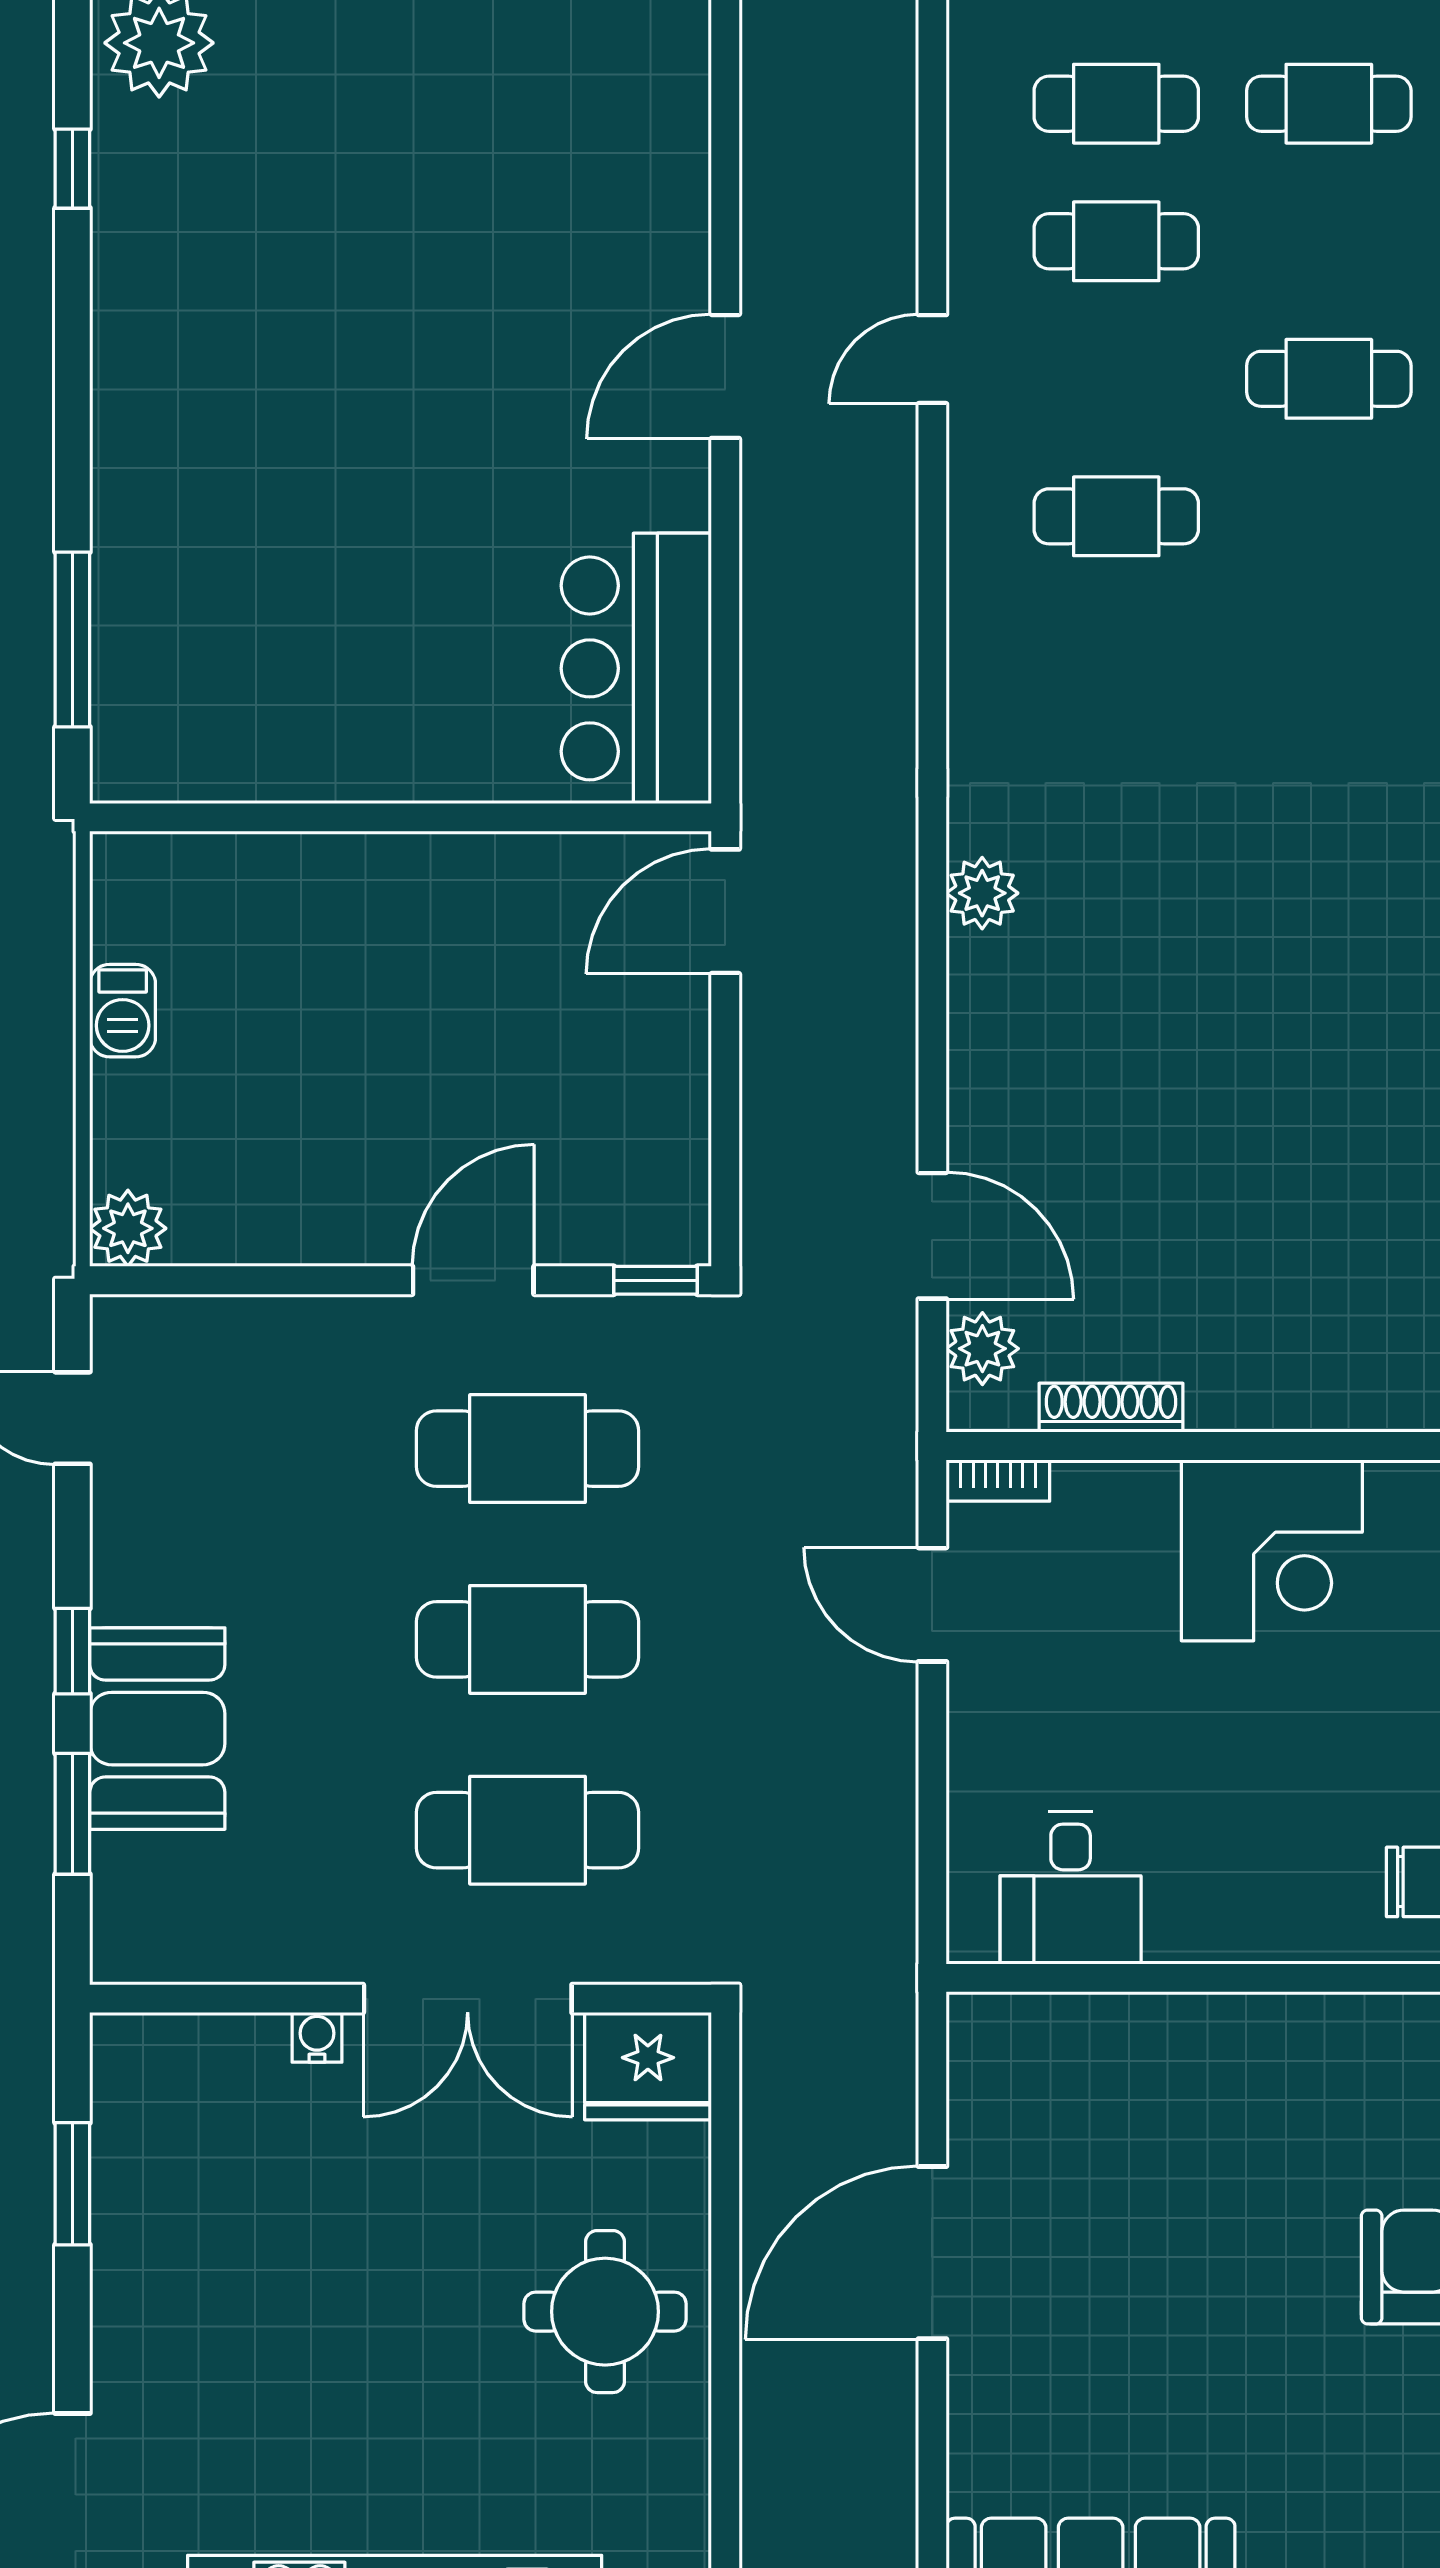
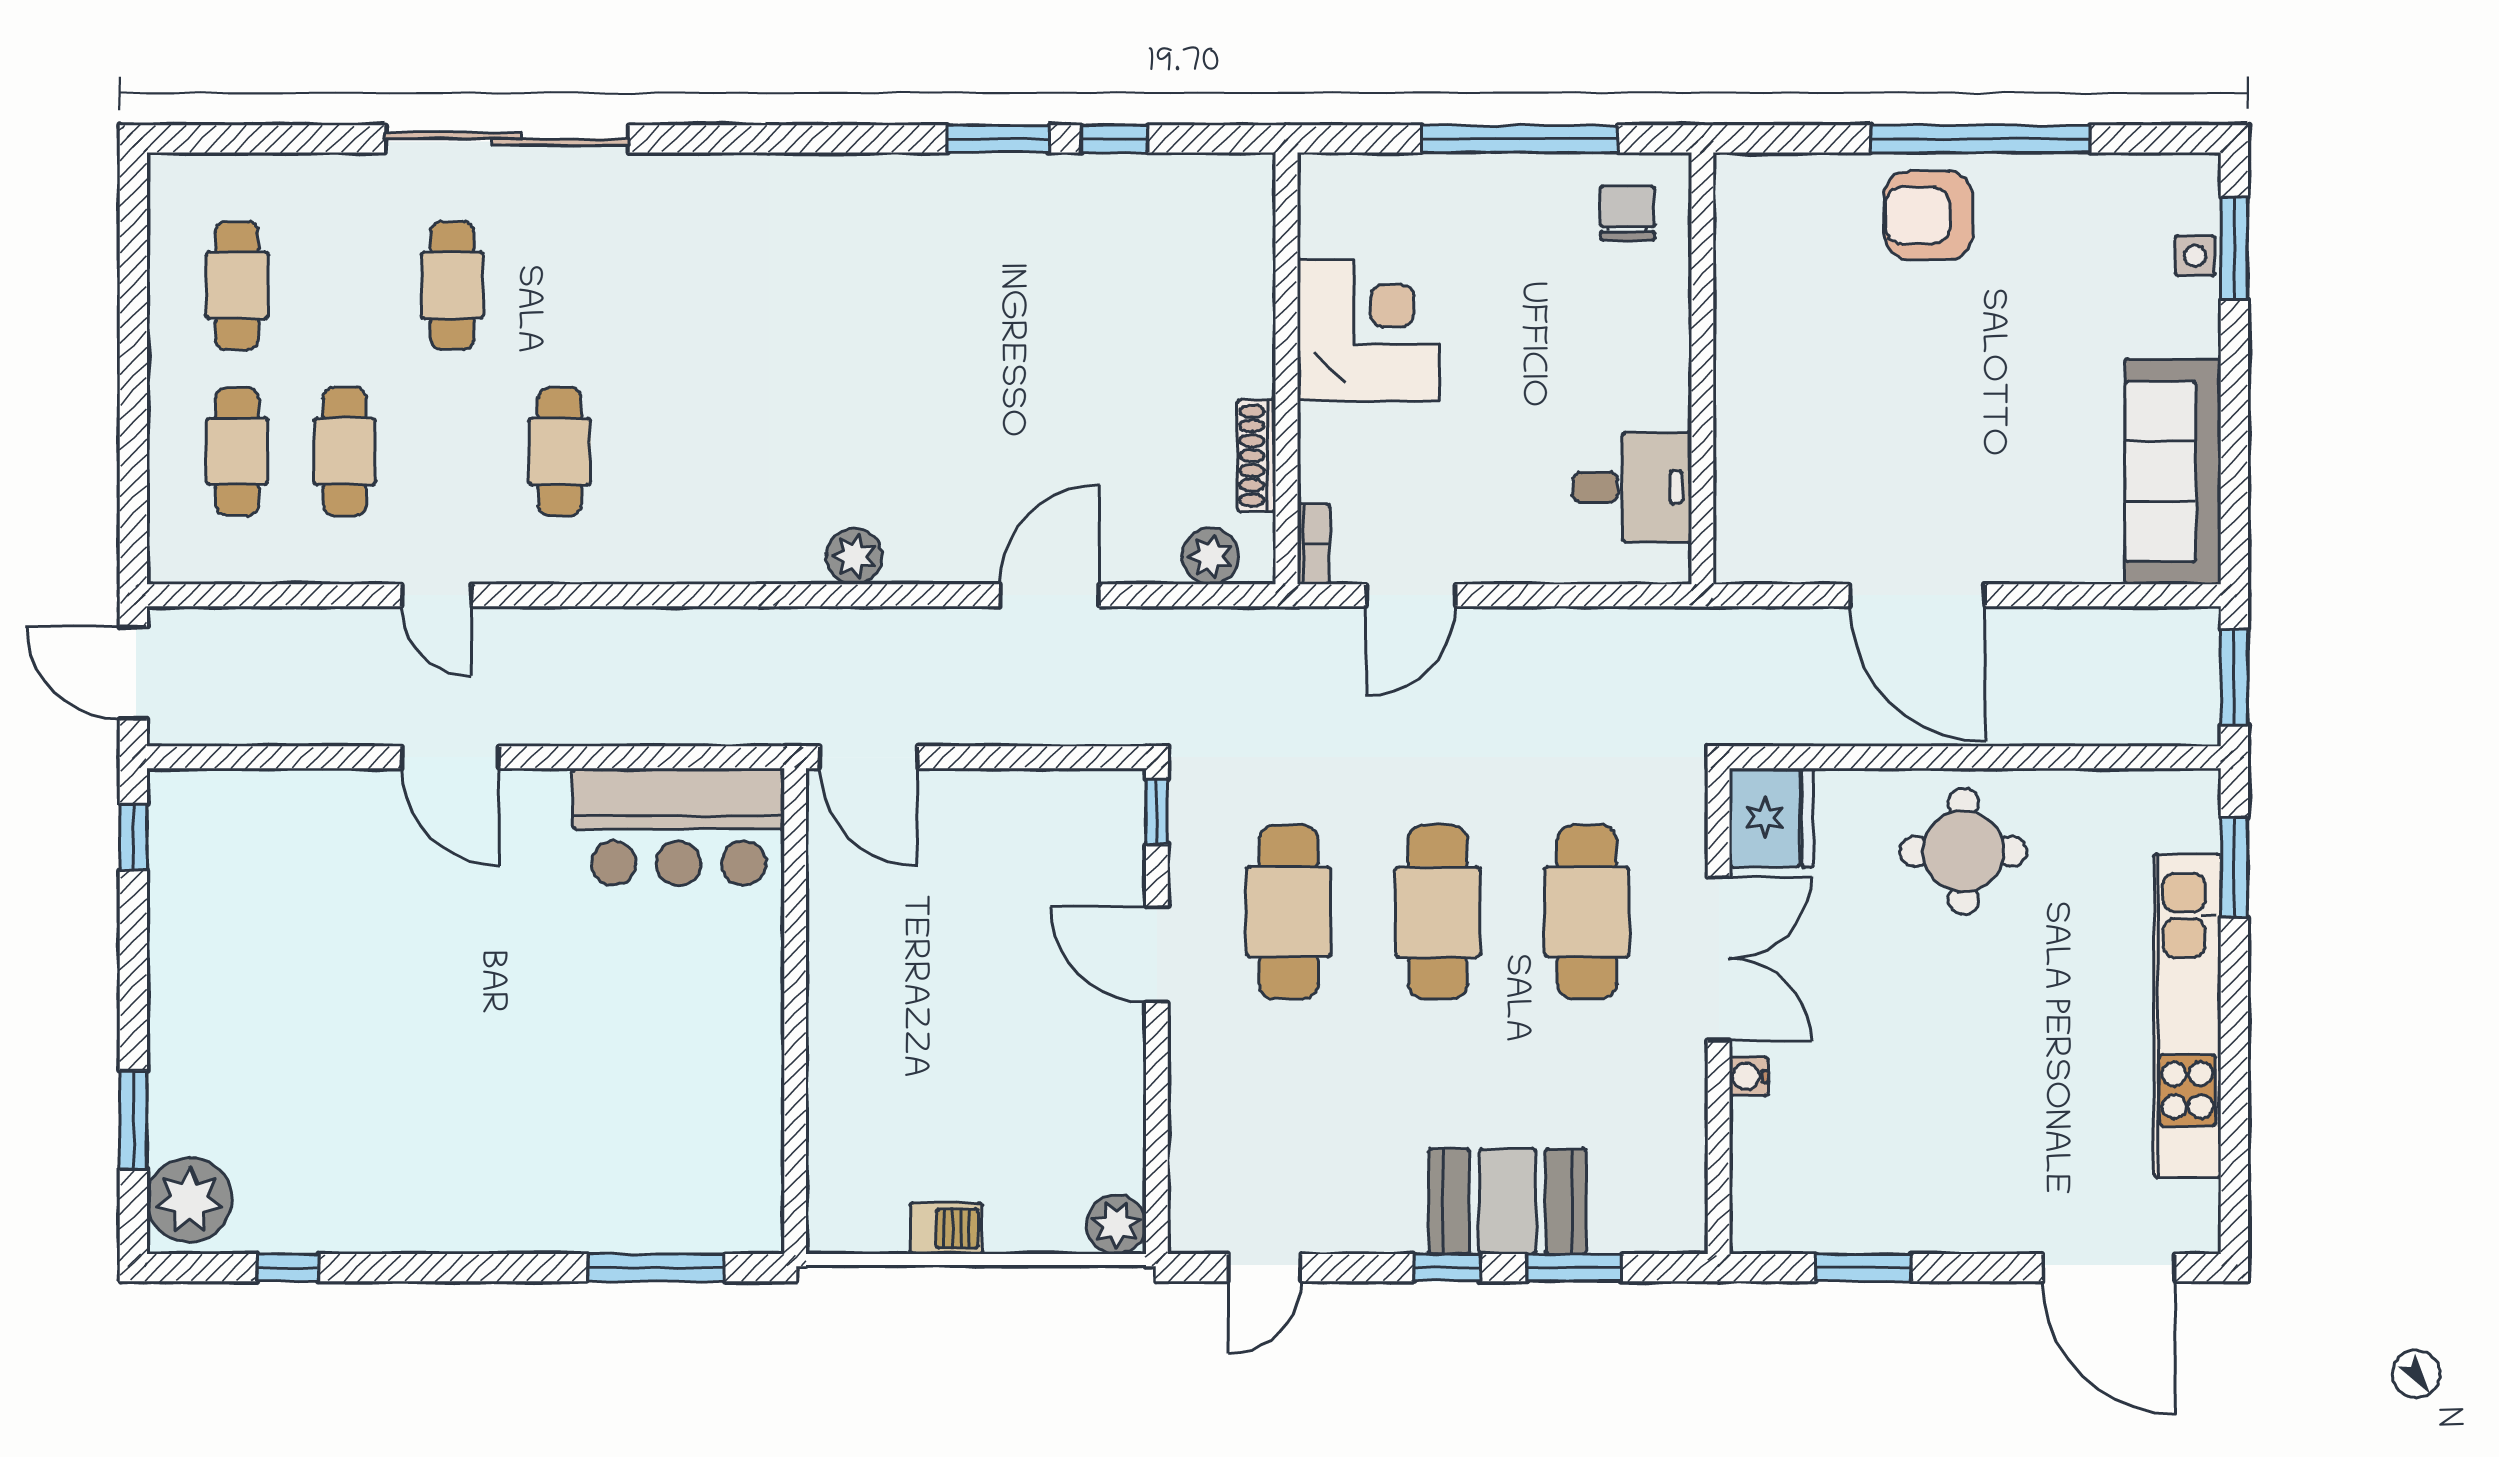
door: (932, 1236) -> (1050, 595), moved

